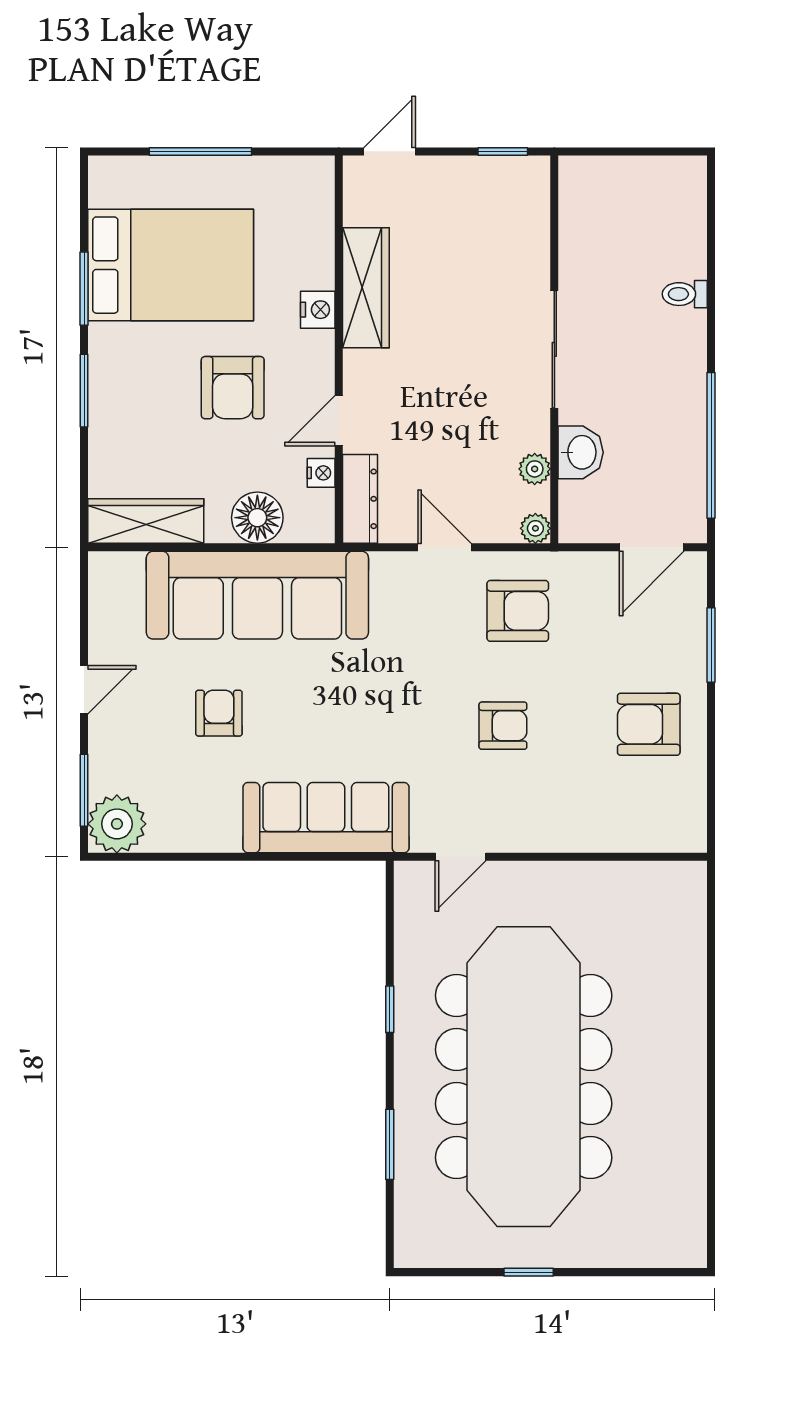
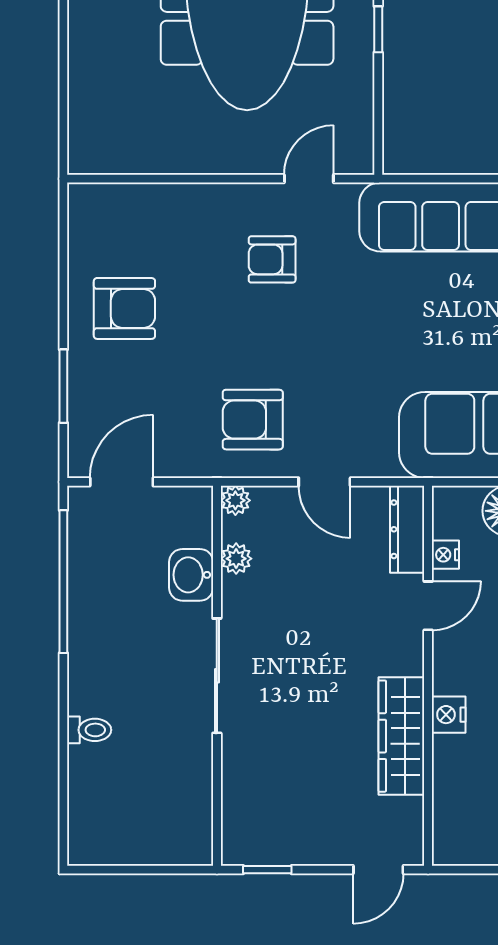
armchair: (503, 726) -> (272, 259), moved

